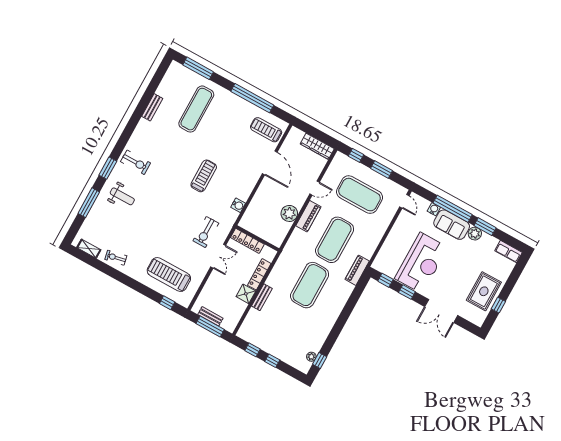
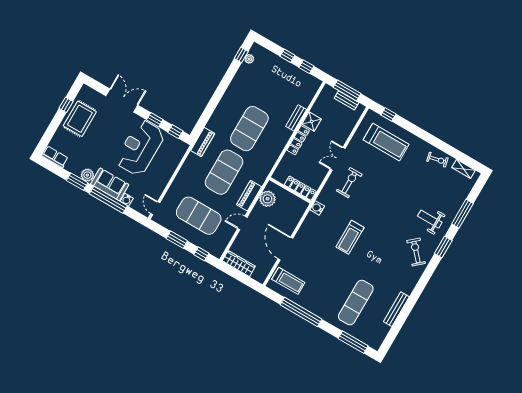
bench: (152, 107) -> (396, 309), width x1.36
exercise bike: (136, 162) -> (416, 252), turned 48
wall: (257, 238) -> (290, 190), moved
locker: (247, 241) -> (300, 188), moved

